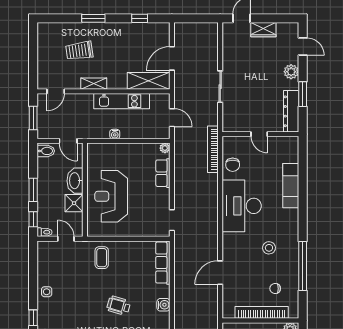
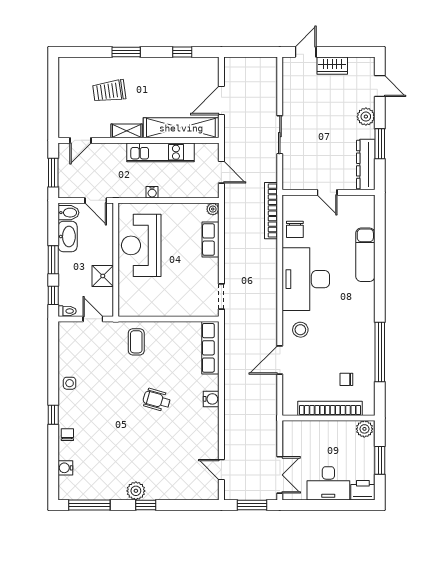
shelving: (148, 81) -> (181, 128), width x1.47
washbasin: (75, 181) -> (68, 237), moved, turned 180
reception desk: (111, 196) -> (141, 245), moved
stool: (269, 248) -> (300, 330), moved

